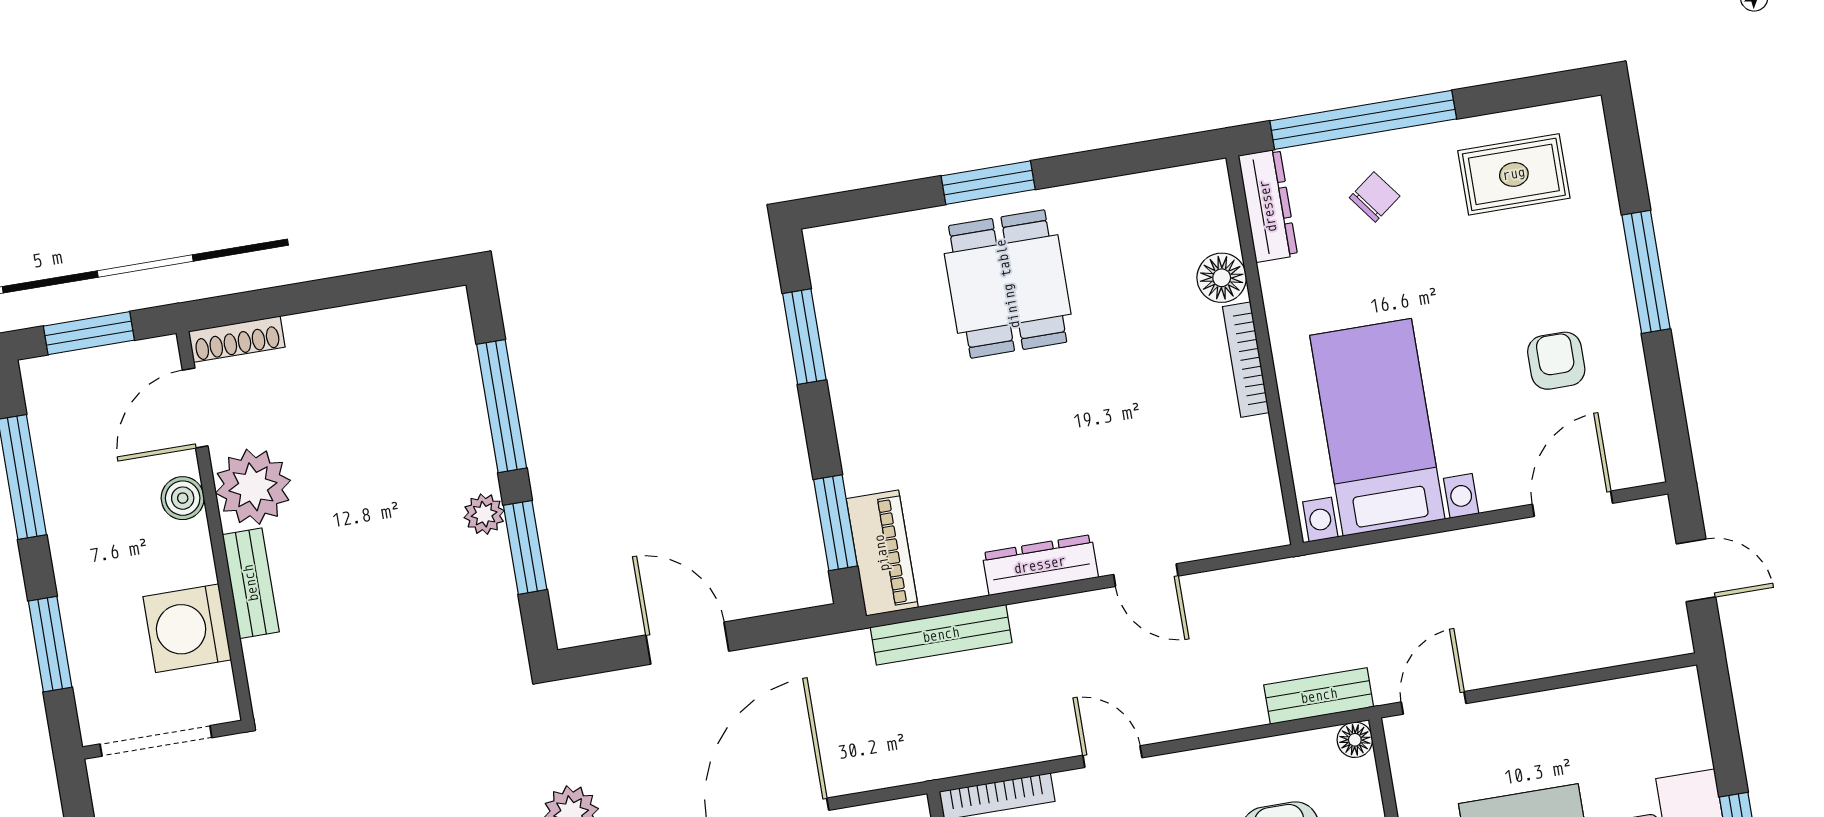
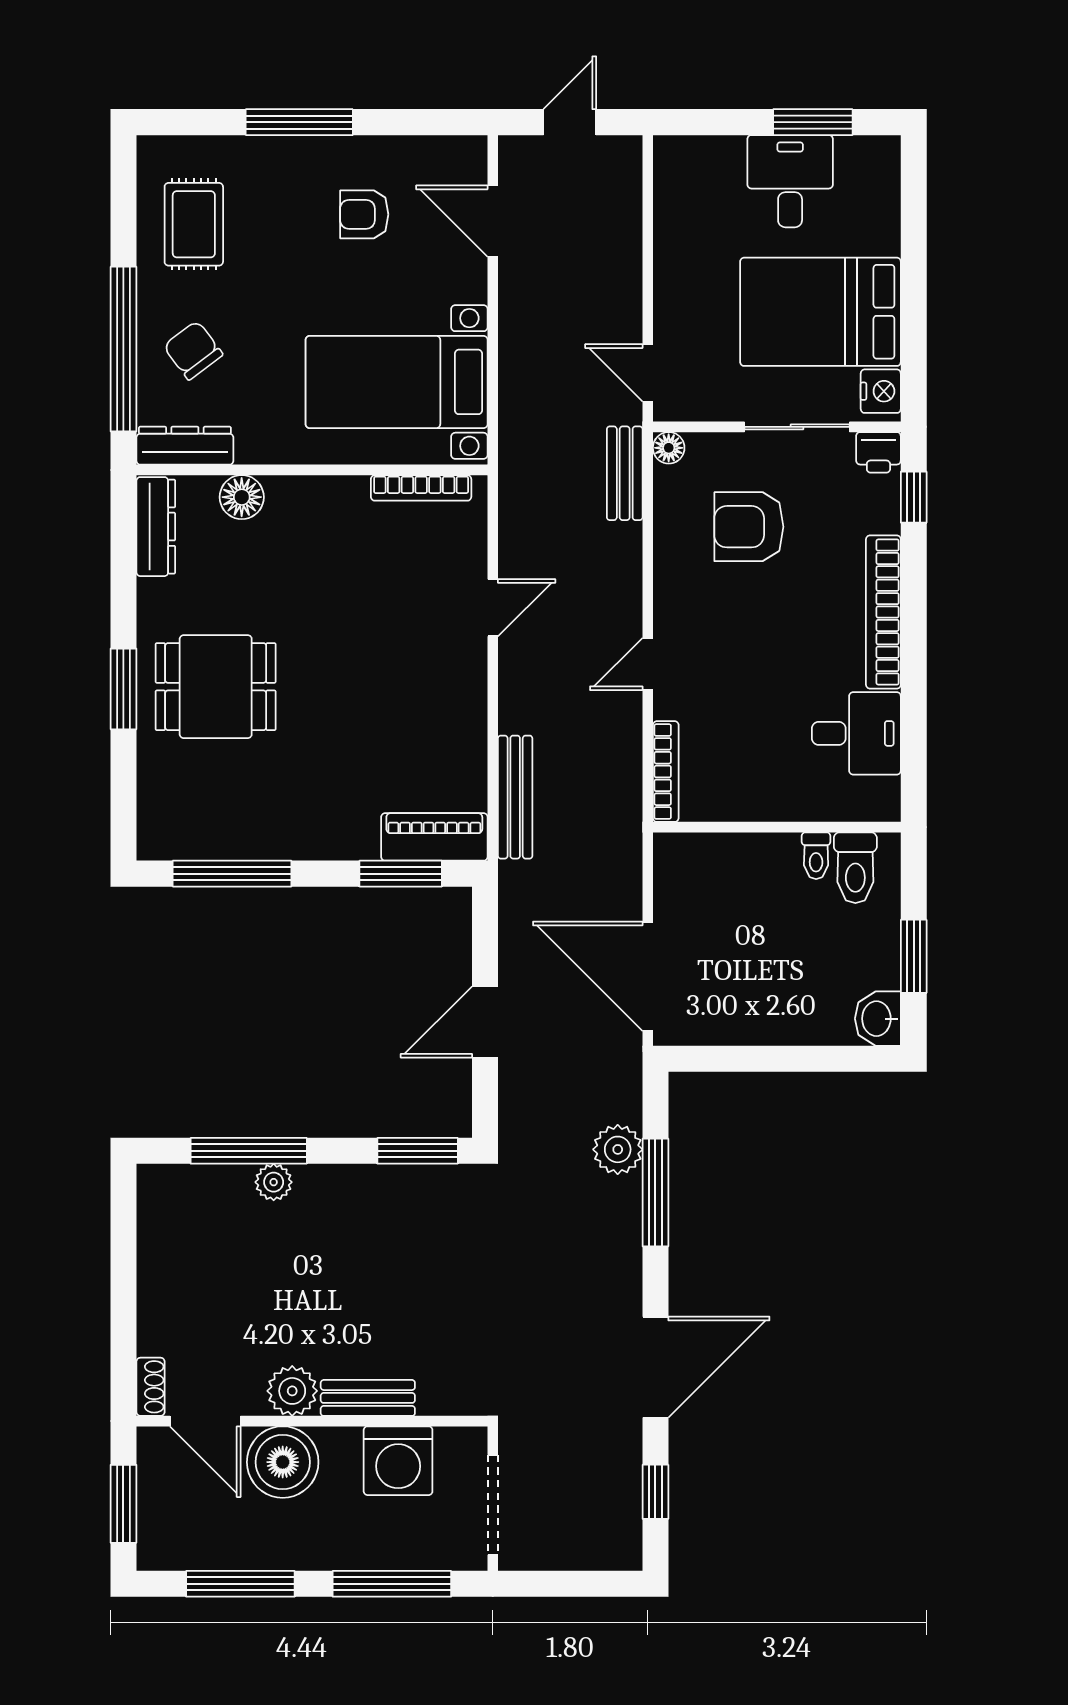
chair: (1375, 197) -> (193, 350), width x1.37, depth x1.37
window: (804, 337) -> (232, 874), width x1.44
shoe rack: (237, 339) -> (151, 1387), width x0.70
bookcase: (1246, 360) -> (421, 488), moved
plant: (253, 487) -> (292, 1391), width x0.73, depth x0.73
boiler: (183, 498) -> (283, 1462), width x1.86, depth x1.86
plant: (484, 514) -> (274, 1182), moved
window: (525, 547) -> (418, 1151), moved
dresser: (1040, 565) -> (156, 527), moved, turned 180
window: (50, 644) -> (392, 1584), width x1.44

